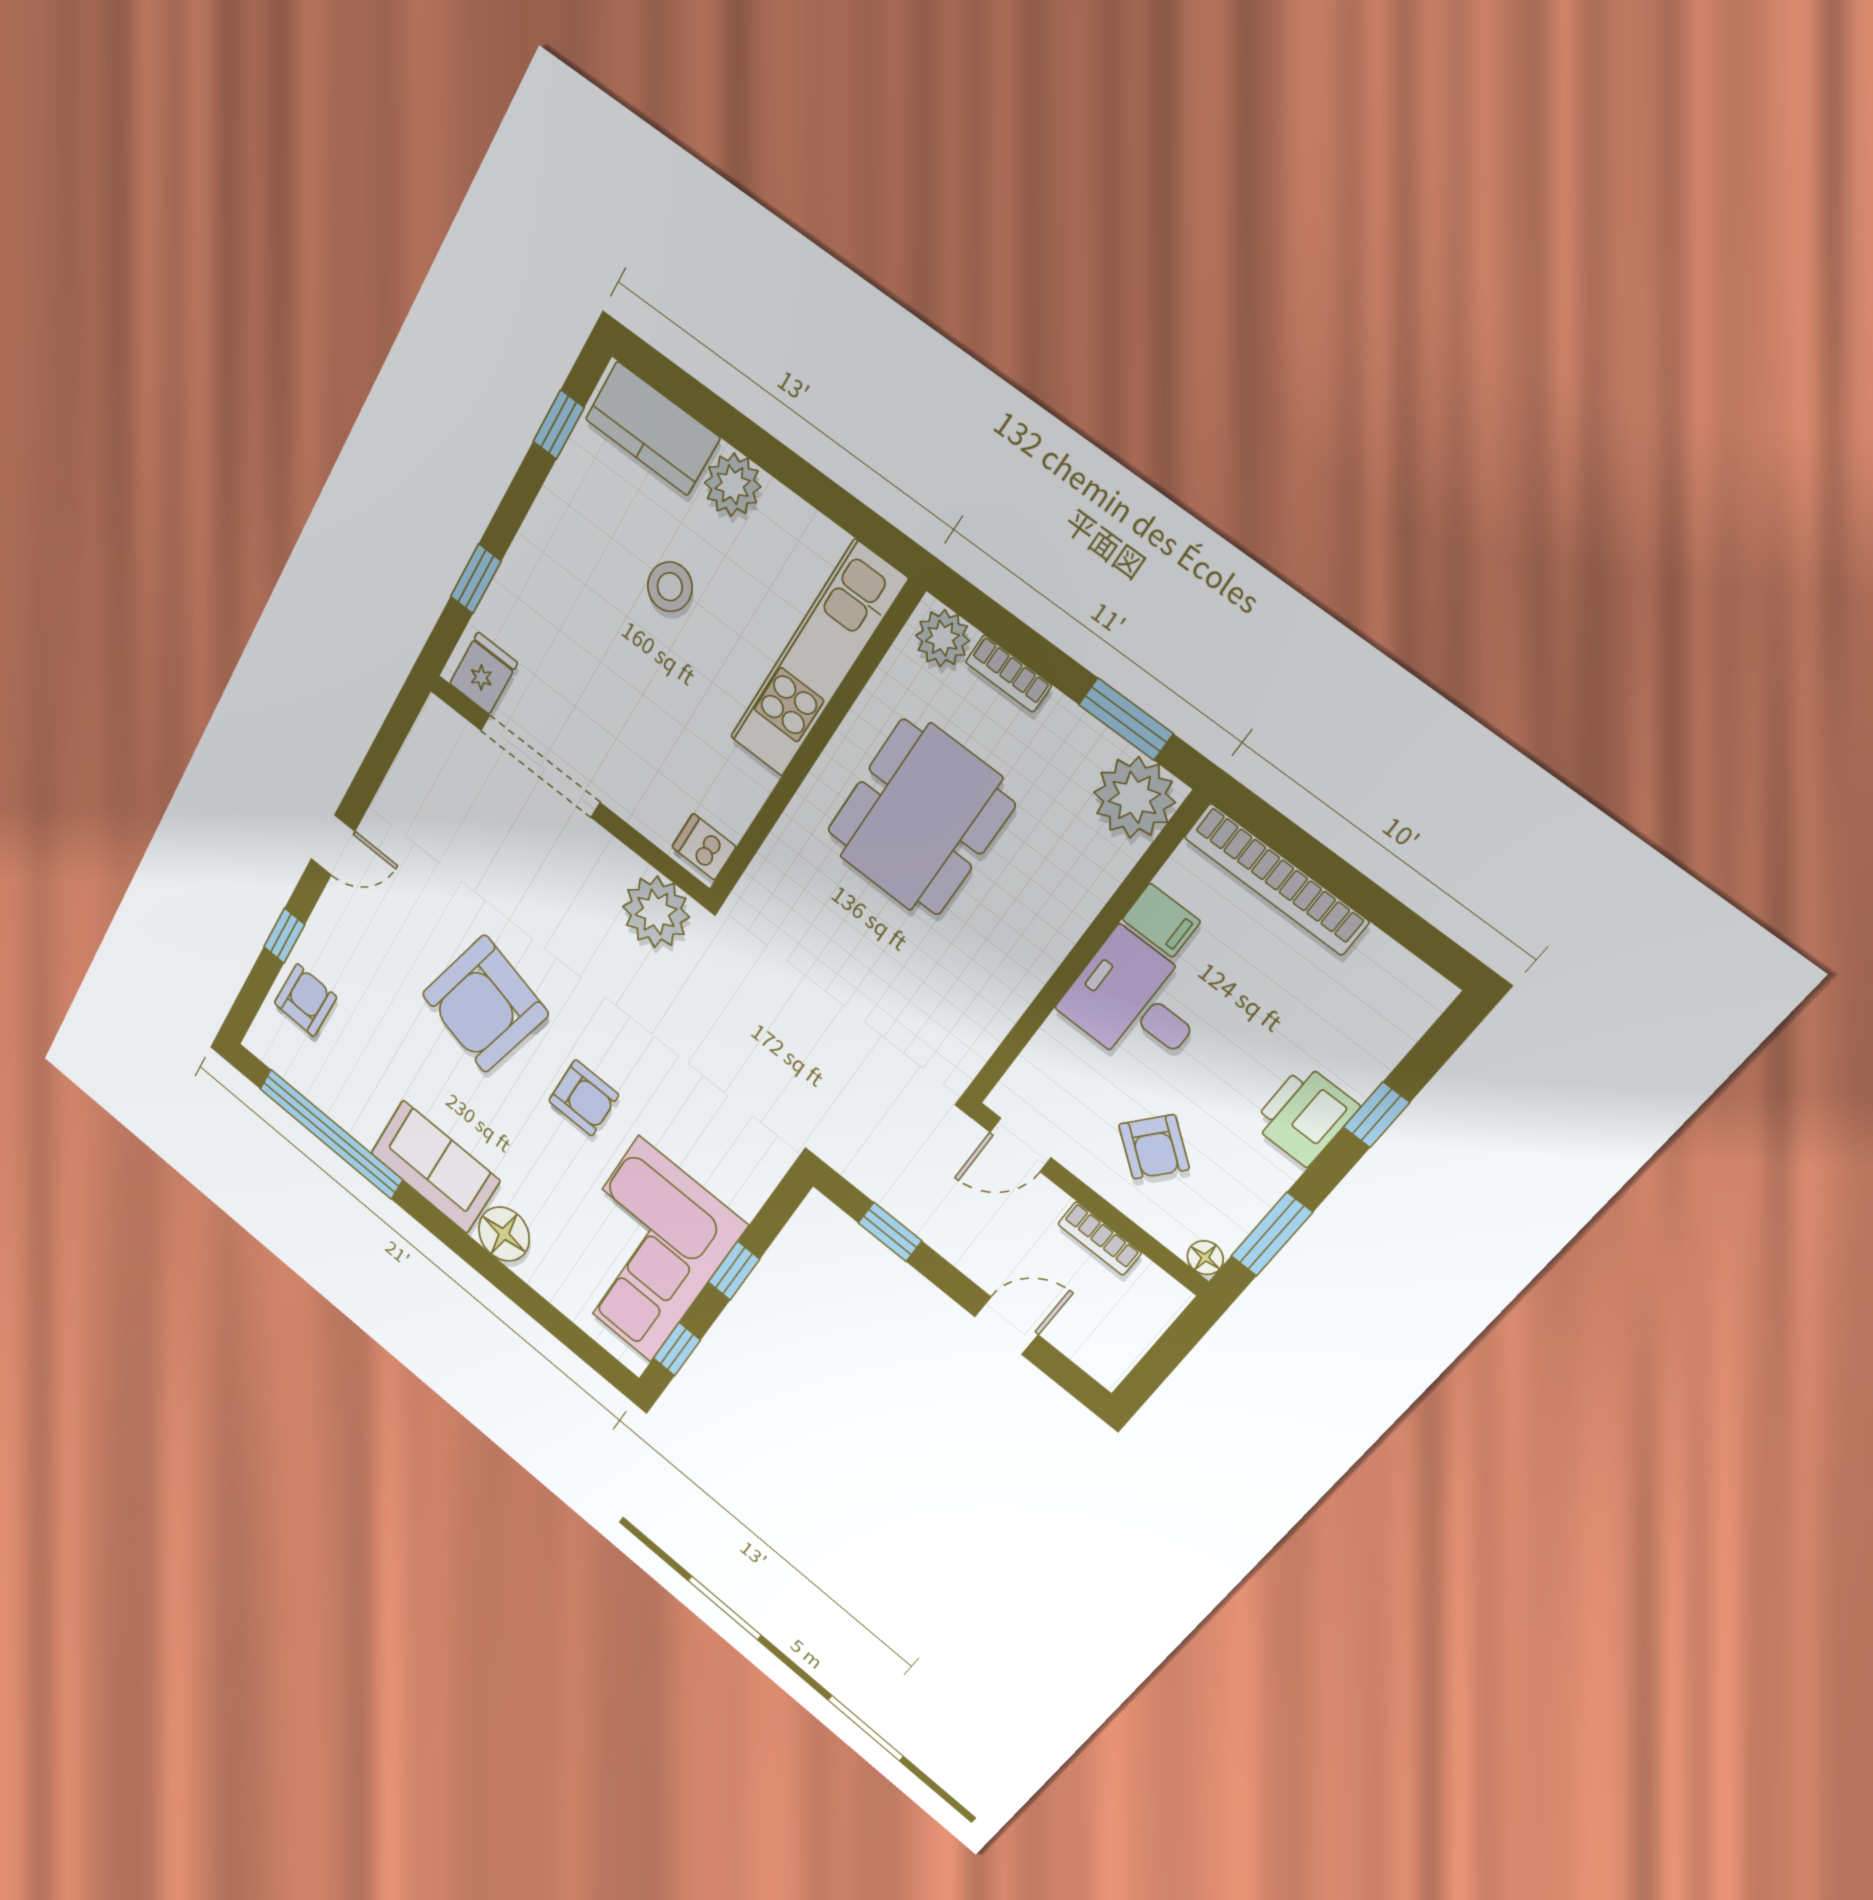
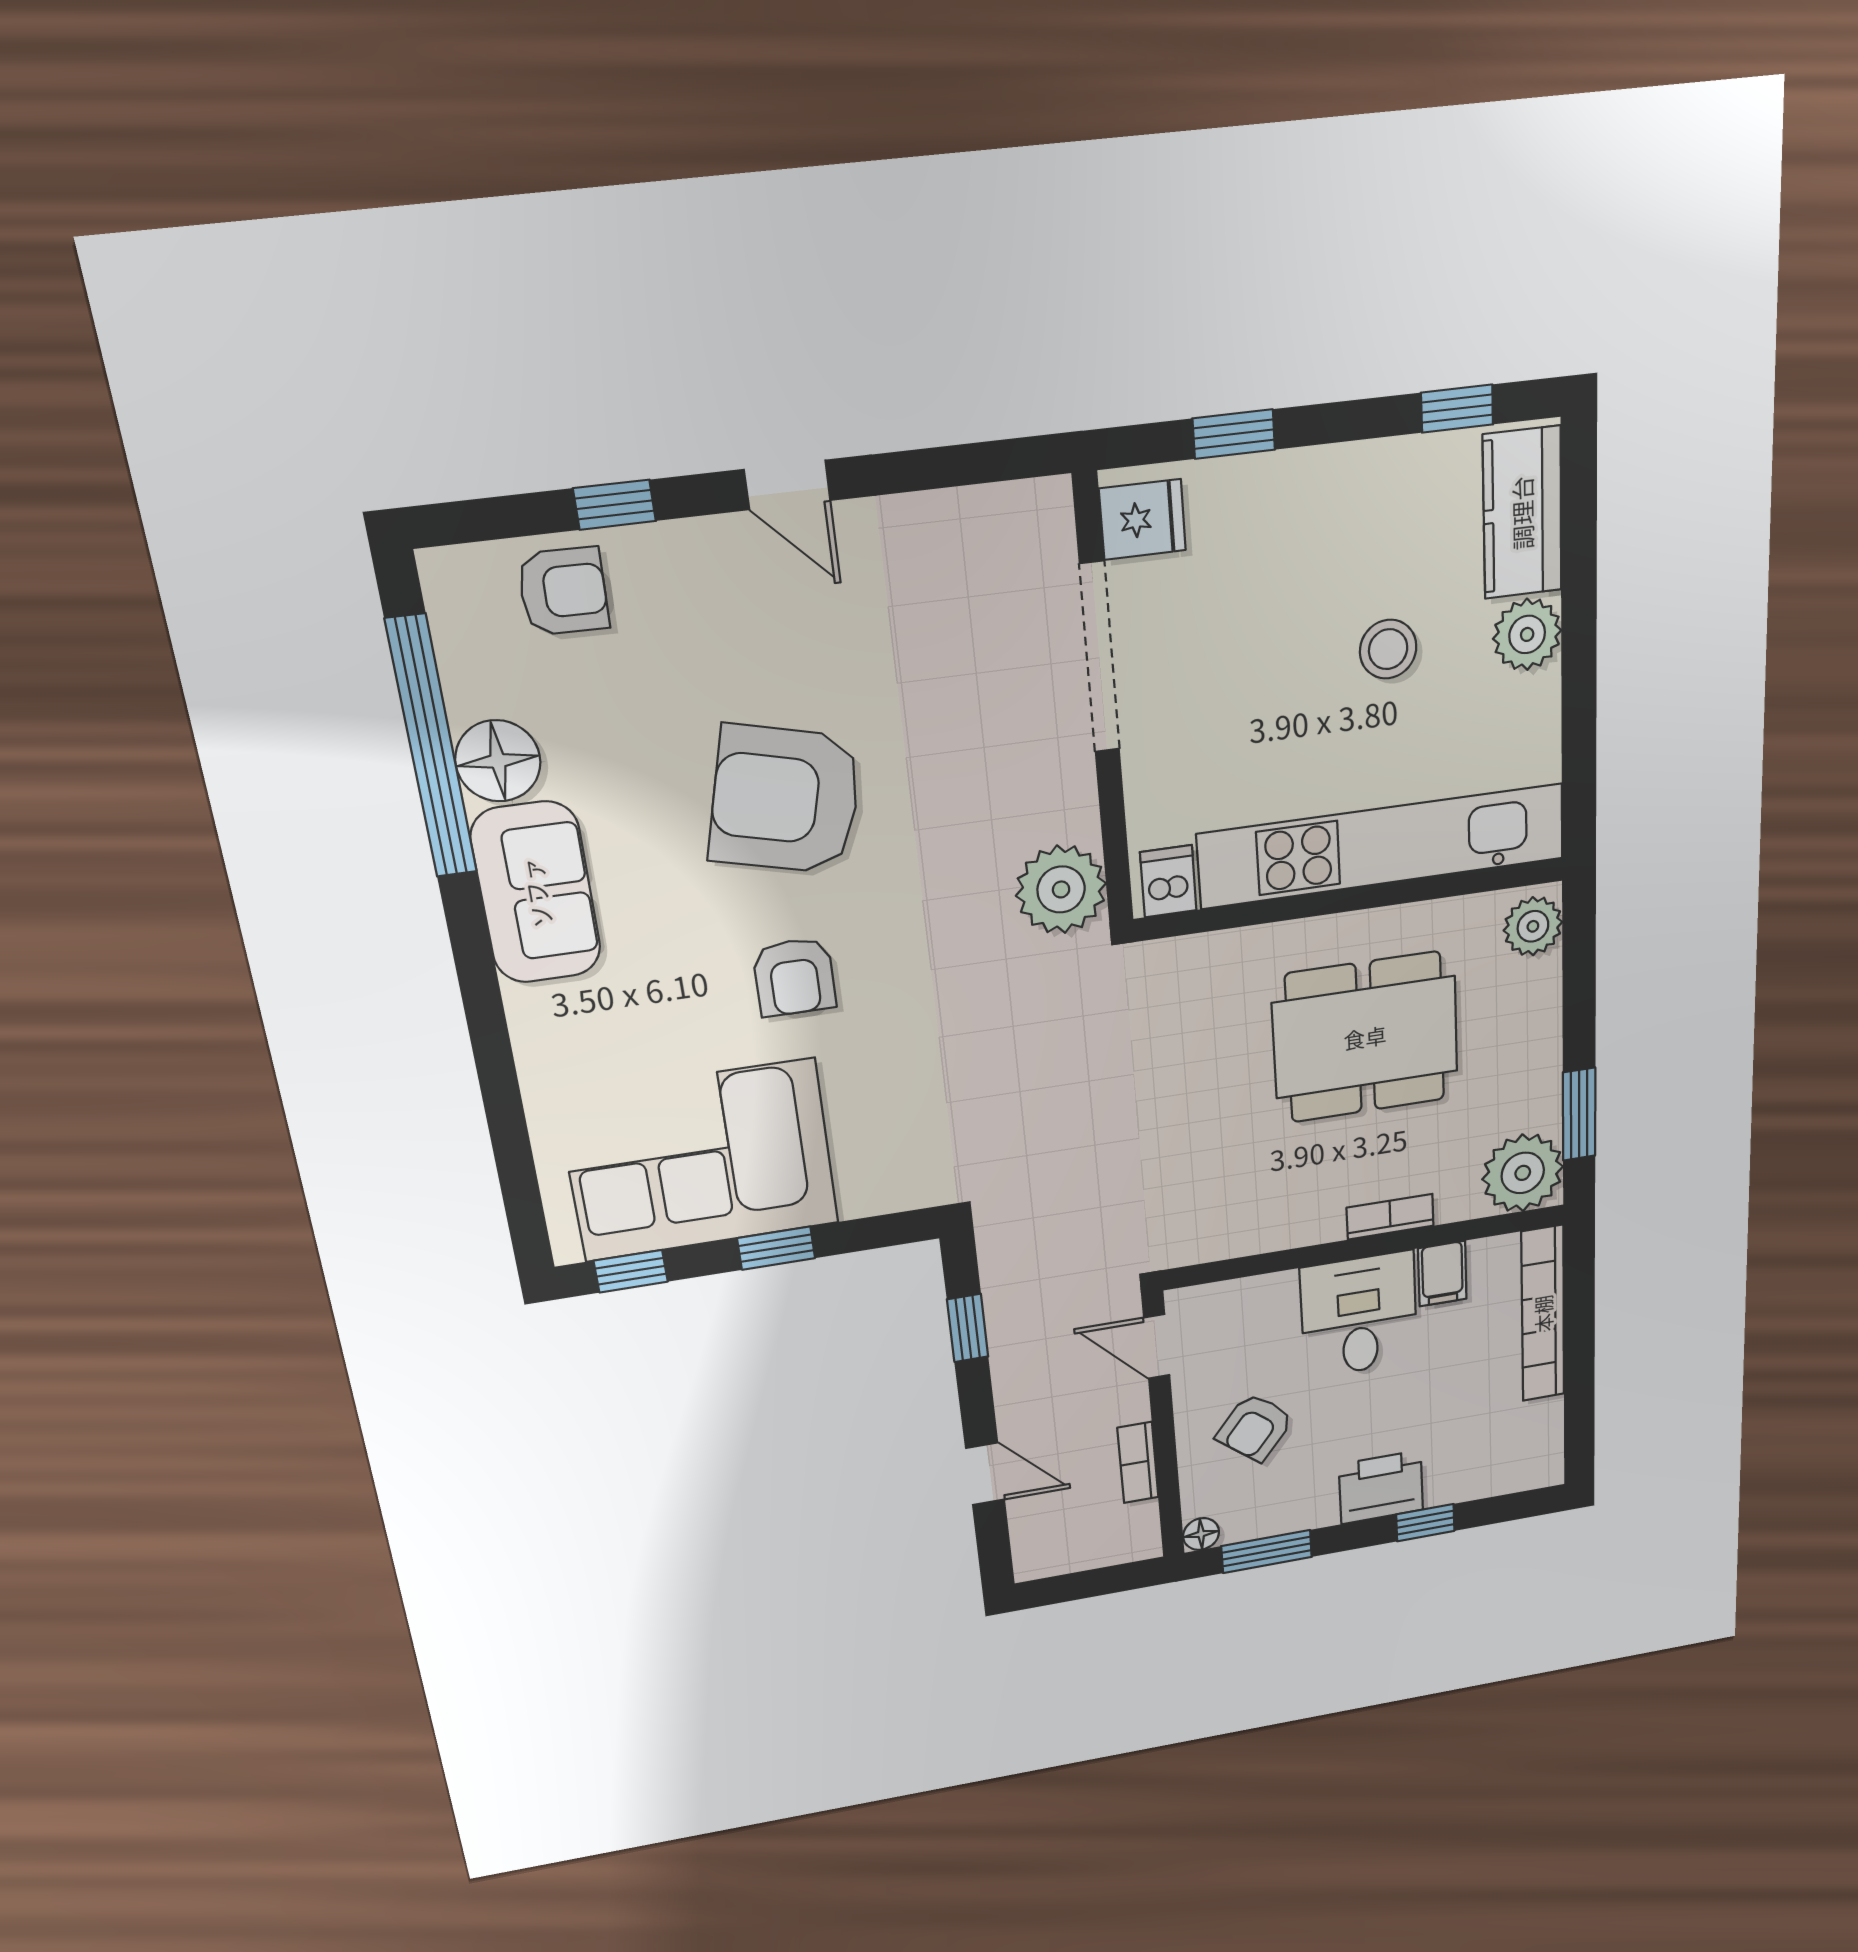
kitchen unit: (818, 660) -> (1382, 846), width x1.36
bookcase: (1009, 674) -> (1390, 1217), moved, turned 90
floor lamp: (504, 1234) -> (498, 761), moved

